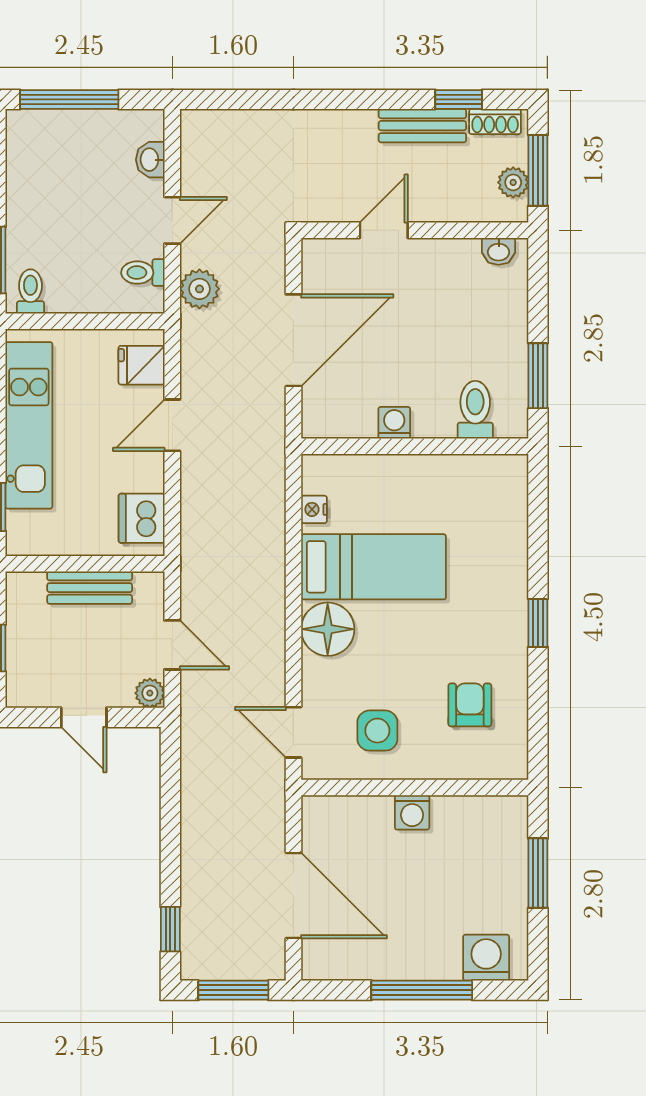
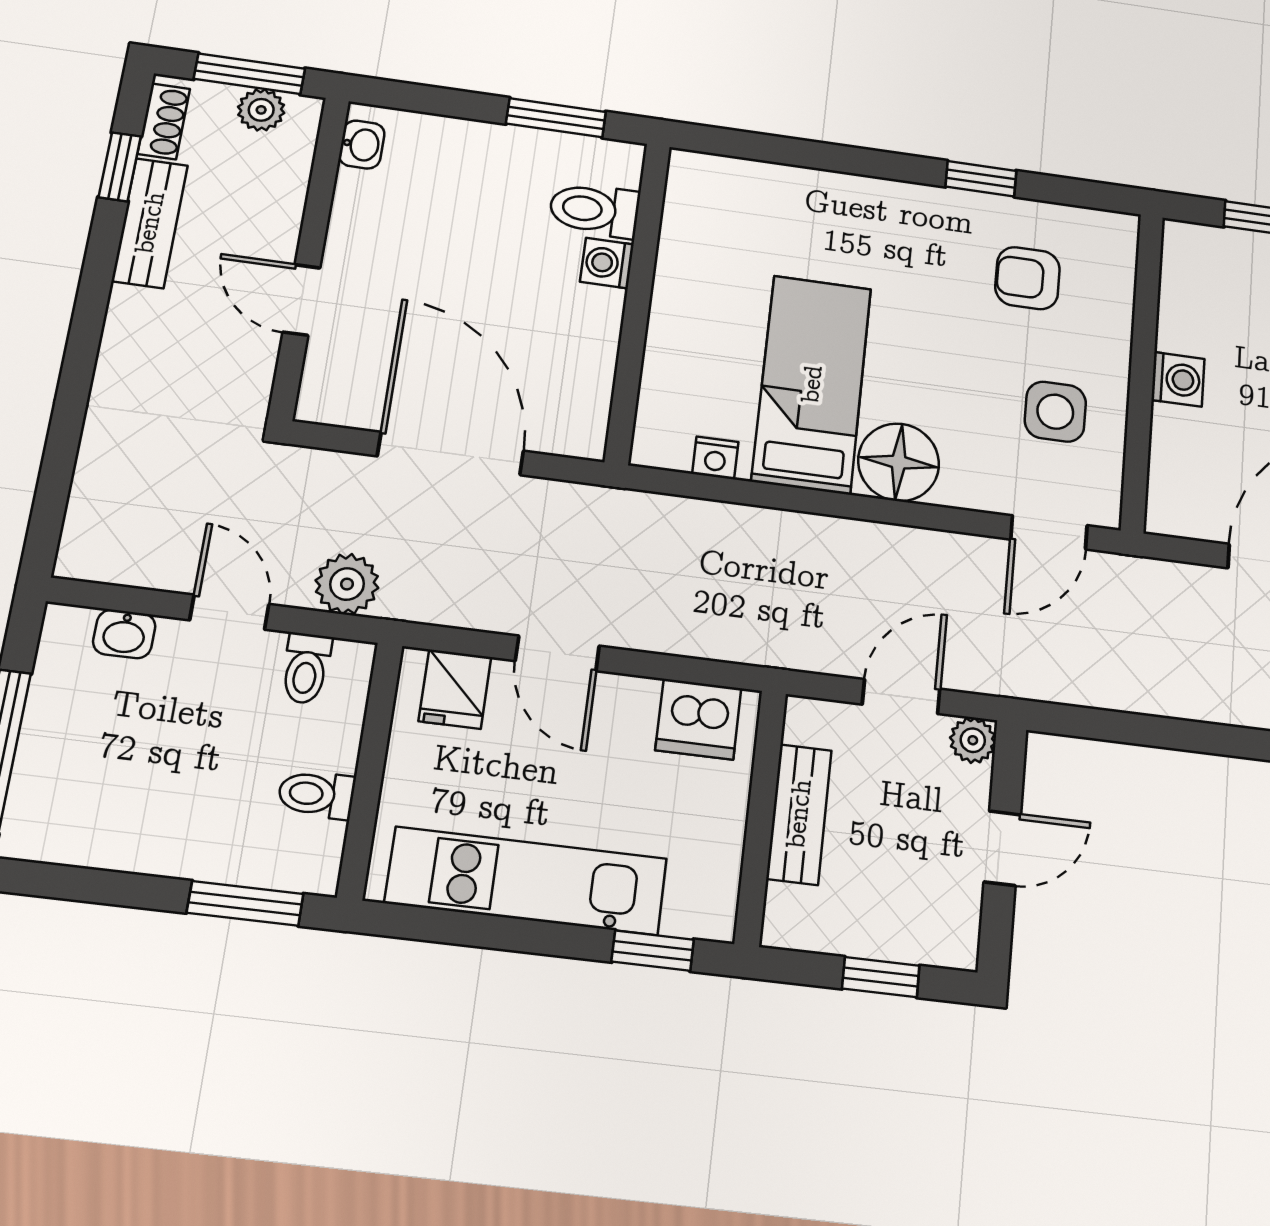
toilet: (30, 291) -> (316, 794), moved
washing machine: (394, 423) -> (607, 263), moved
window: (538, 623) -> (981, 179), moved

